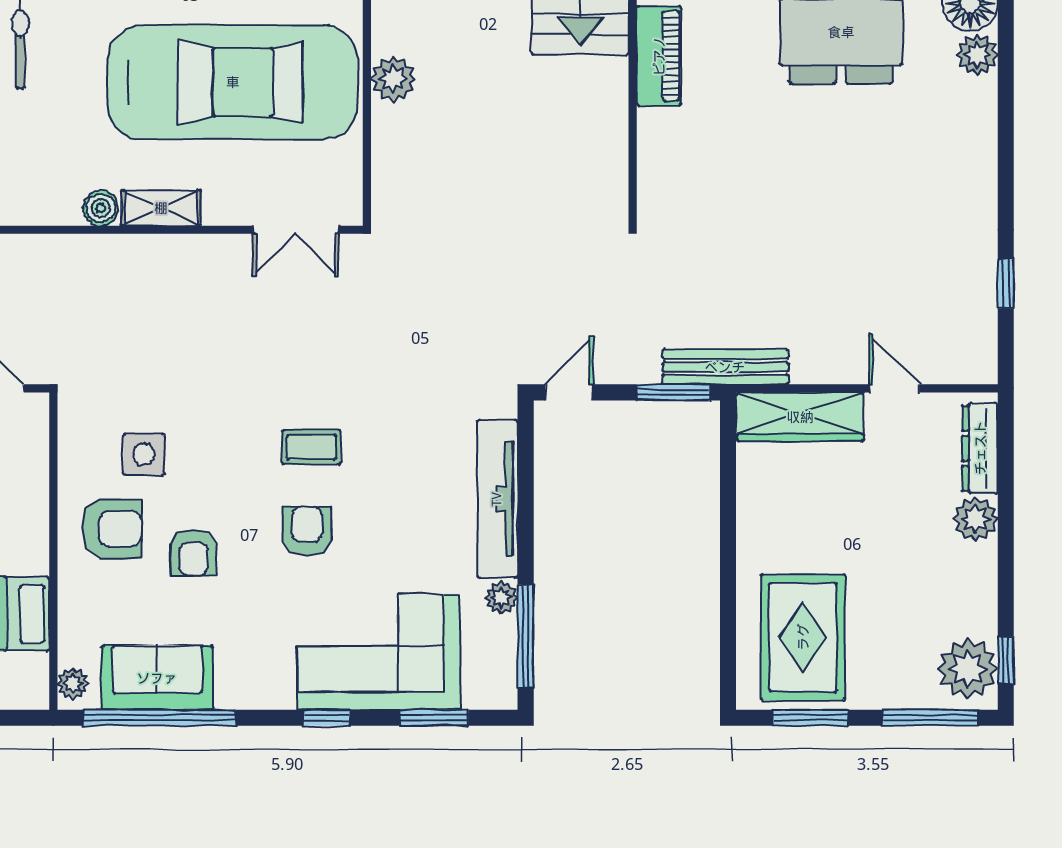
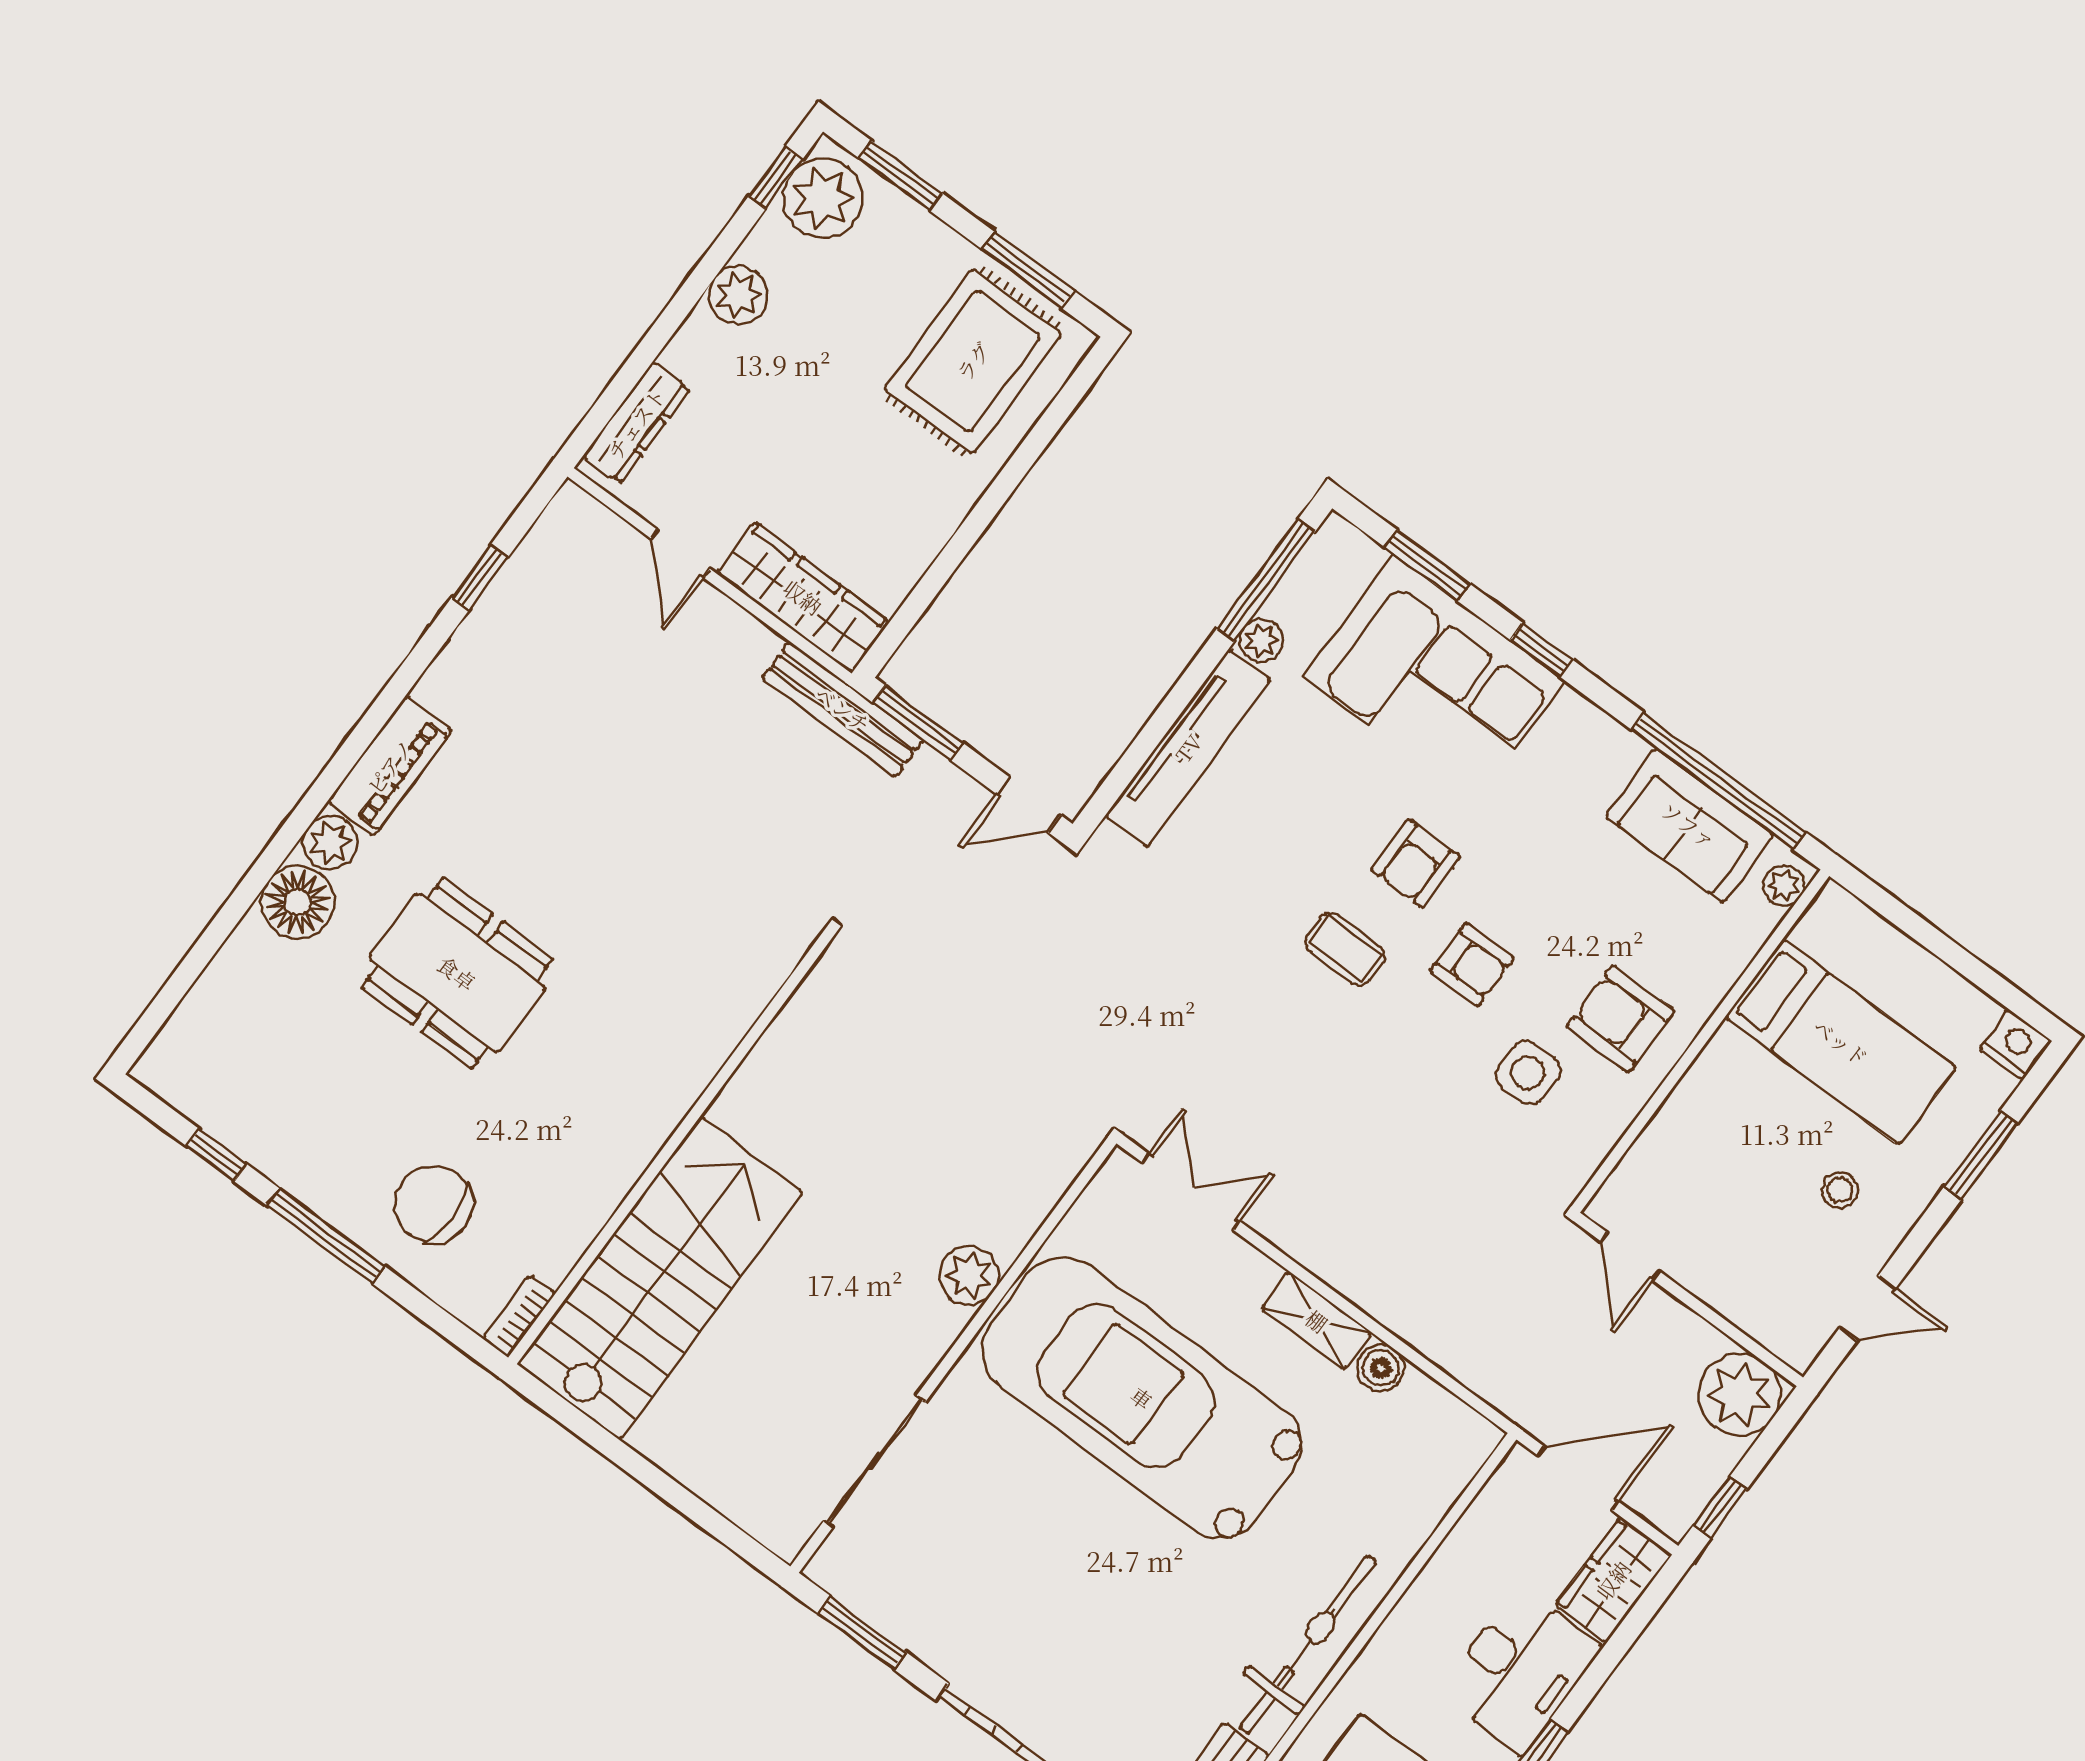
piano: (659, 56) -> (390, 766), moved, turned 180
plant: (976, 519) -> (738, 295), moved
armchair: (194, 552) -> (1472, 965), moved, turned 90
window: (930, 718) -> (901, 176), width x0.69

